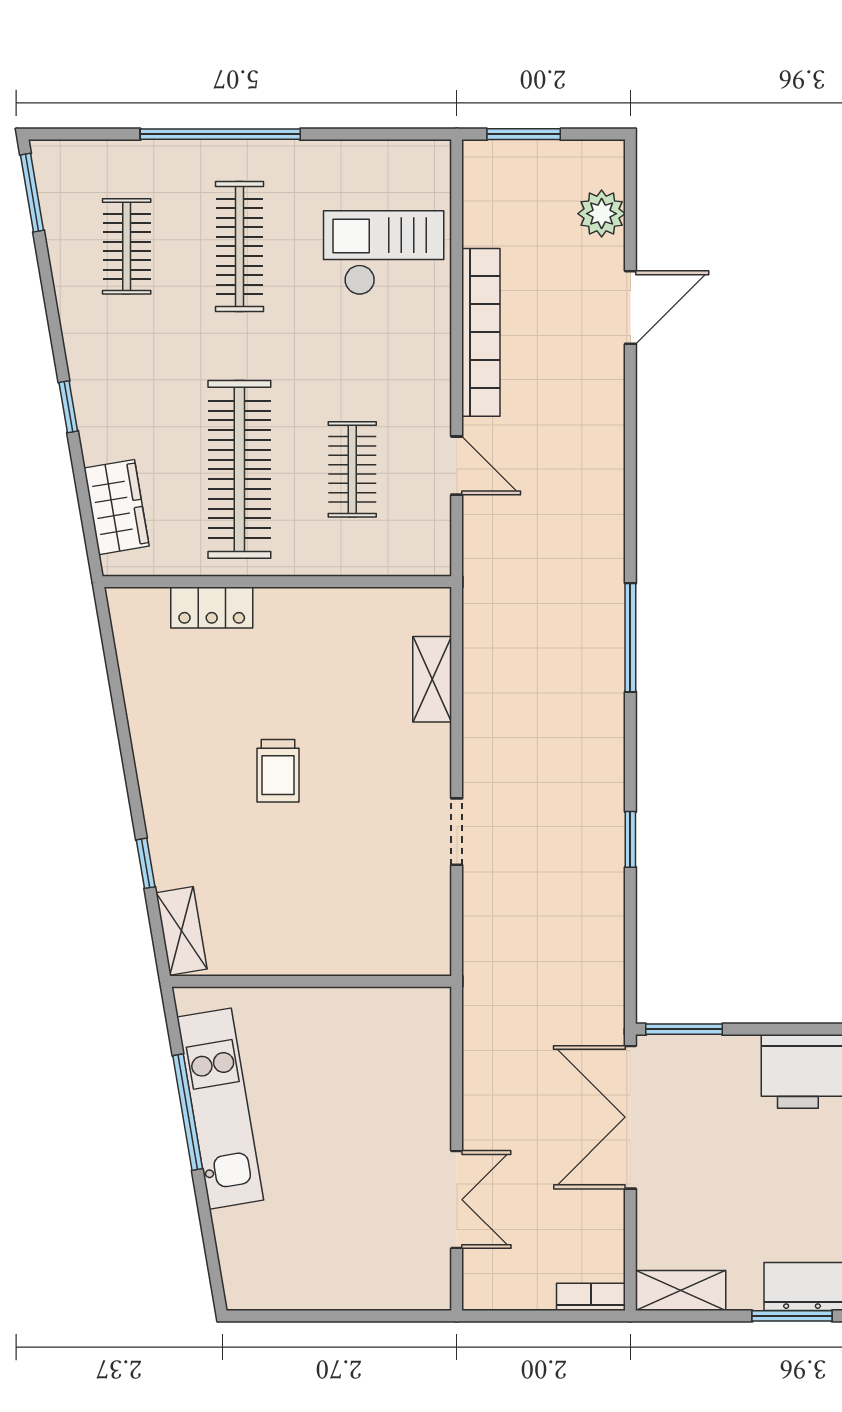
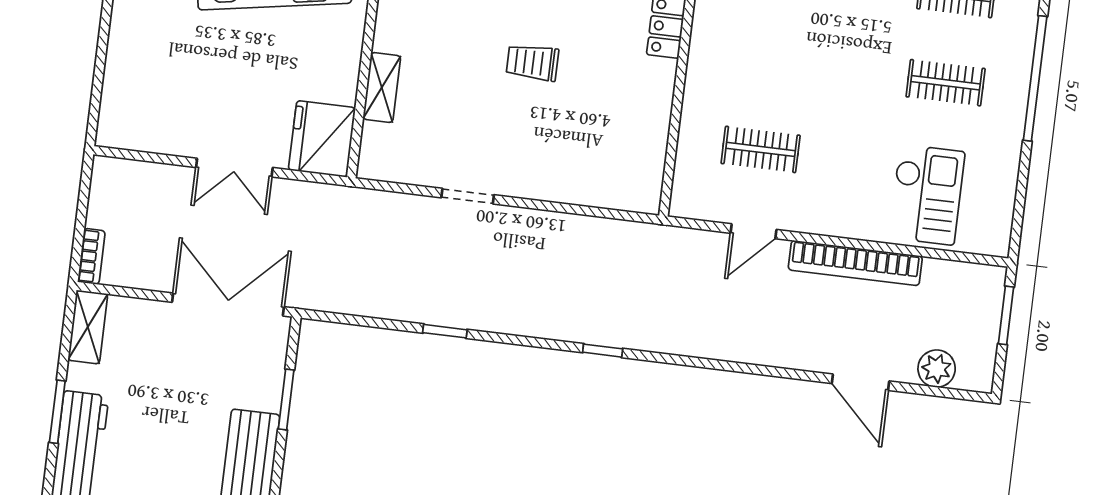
clothes rail: (239, 246) -> (946, 83), width x0.73
clothes rail: (239, 469) -> (771, 61), removed
window: (630, 638) -> (603, 351), width x0.46
shelving: (432, 679) -> (382, 87), moved, turned 90
fridge: (407, 1024) -> (322, 139), added
window: (684, 1029) -> (286, 400), moved
double door: (457, 1200) -> (234, 168), moved

